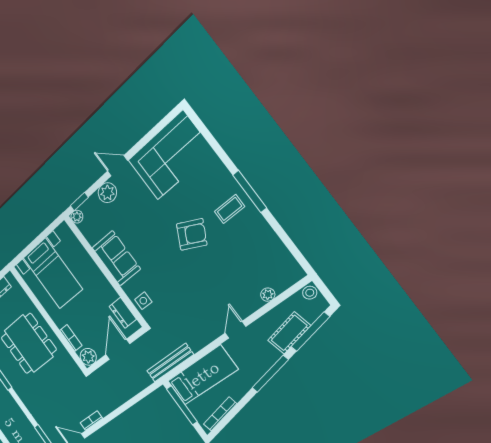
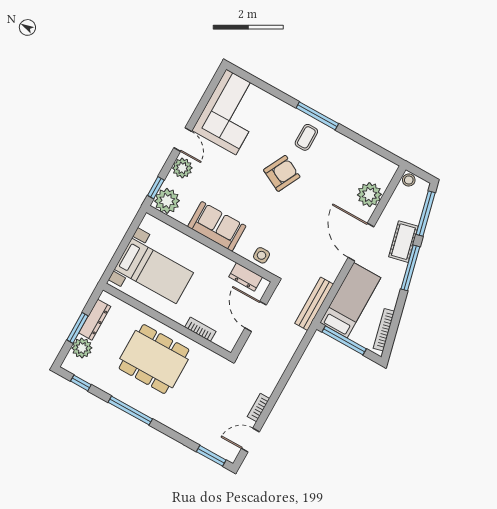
door: (118, 166) -> (183, 140), swing flipped
plant: (77, 217) -> (167, 201), width x1.87, depth x1.87
plant: (268, 295) -> (369, 195), width x1.87, depth x1.87
door: (235, 330) -> (361, 242), width x1.88
cot: (289, 333) -> (403, 242), moved
plant: (88, 357) -> (227, 340), removed

